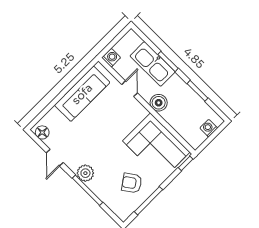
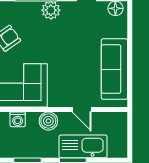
washing machine: (111, 58) -> (18, 119), moved

